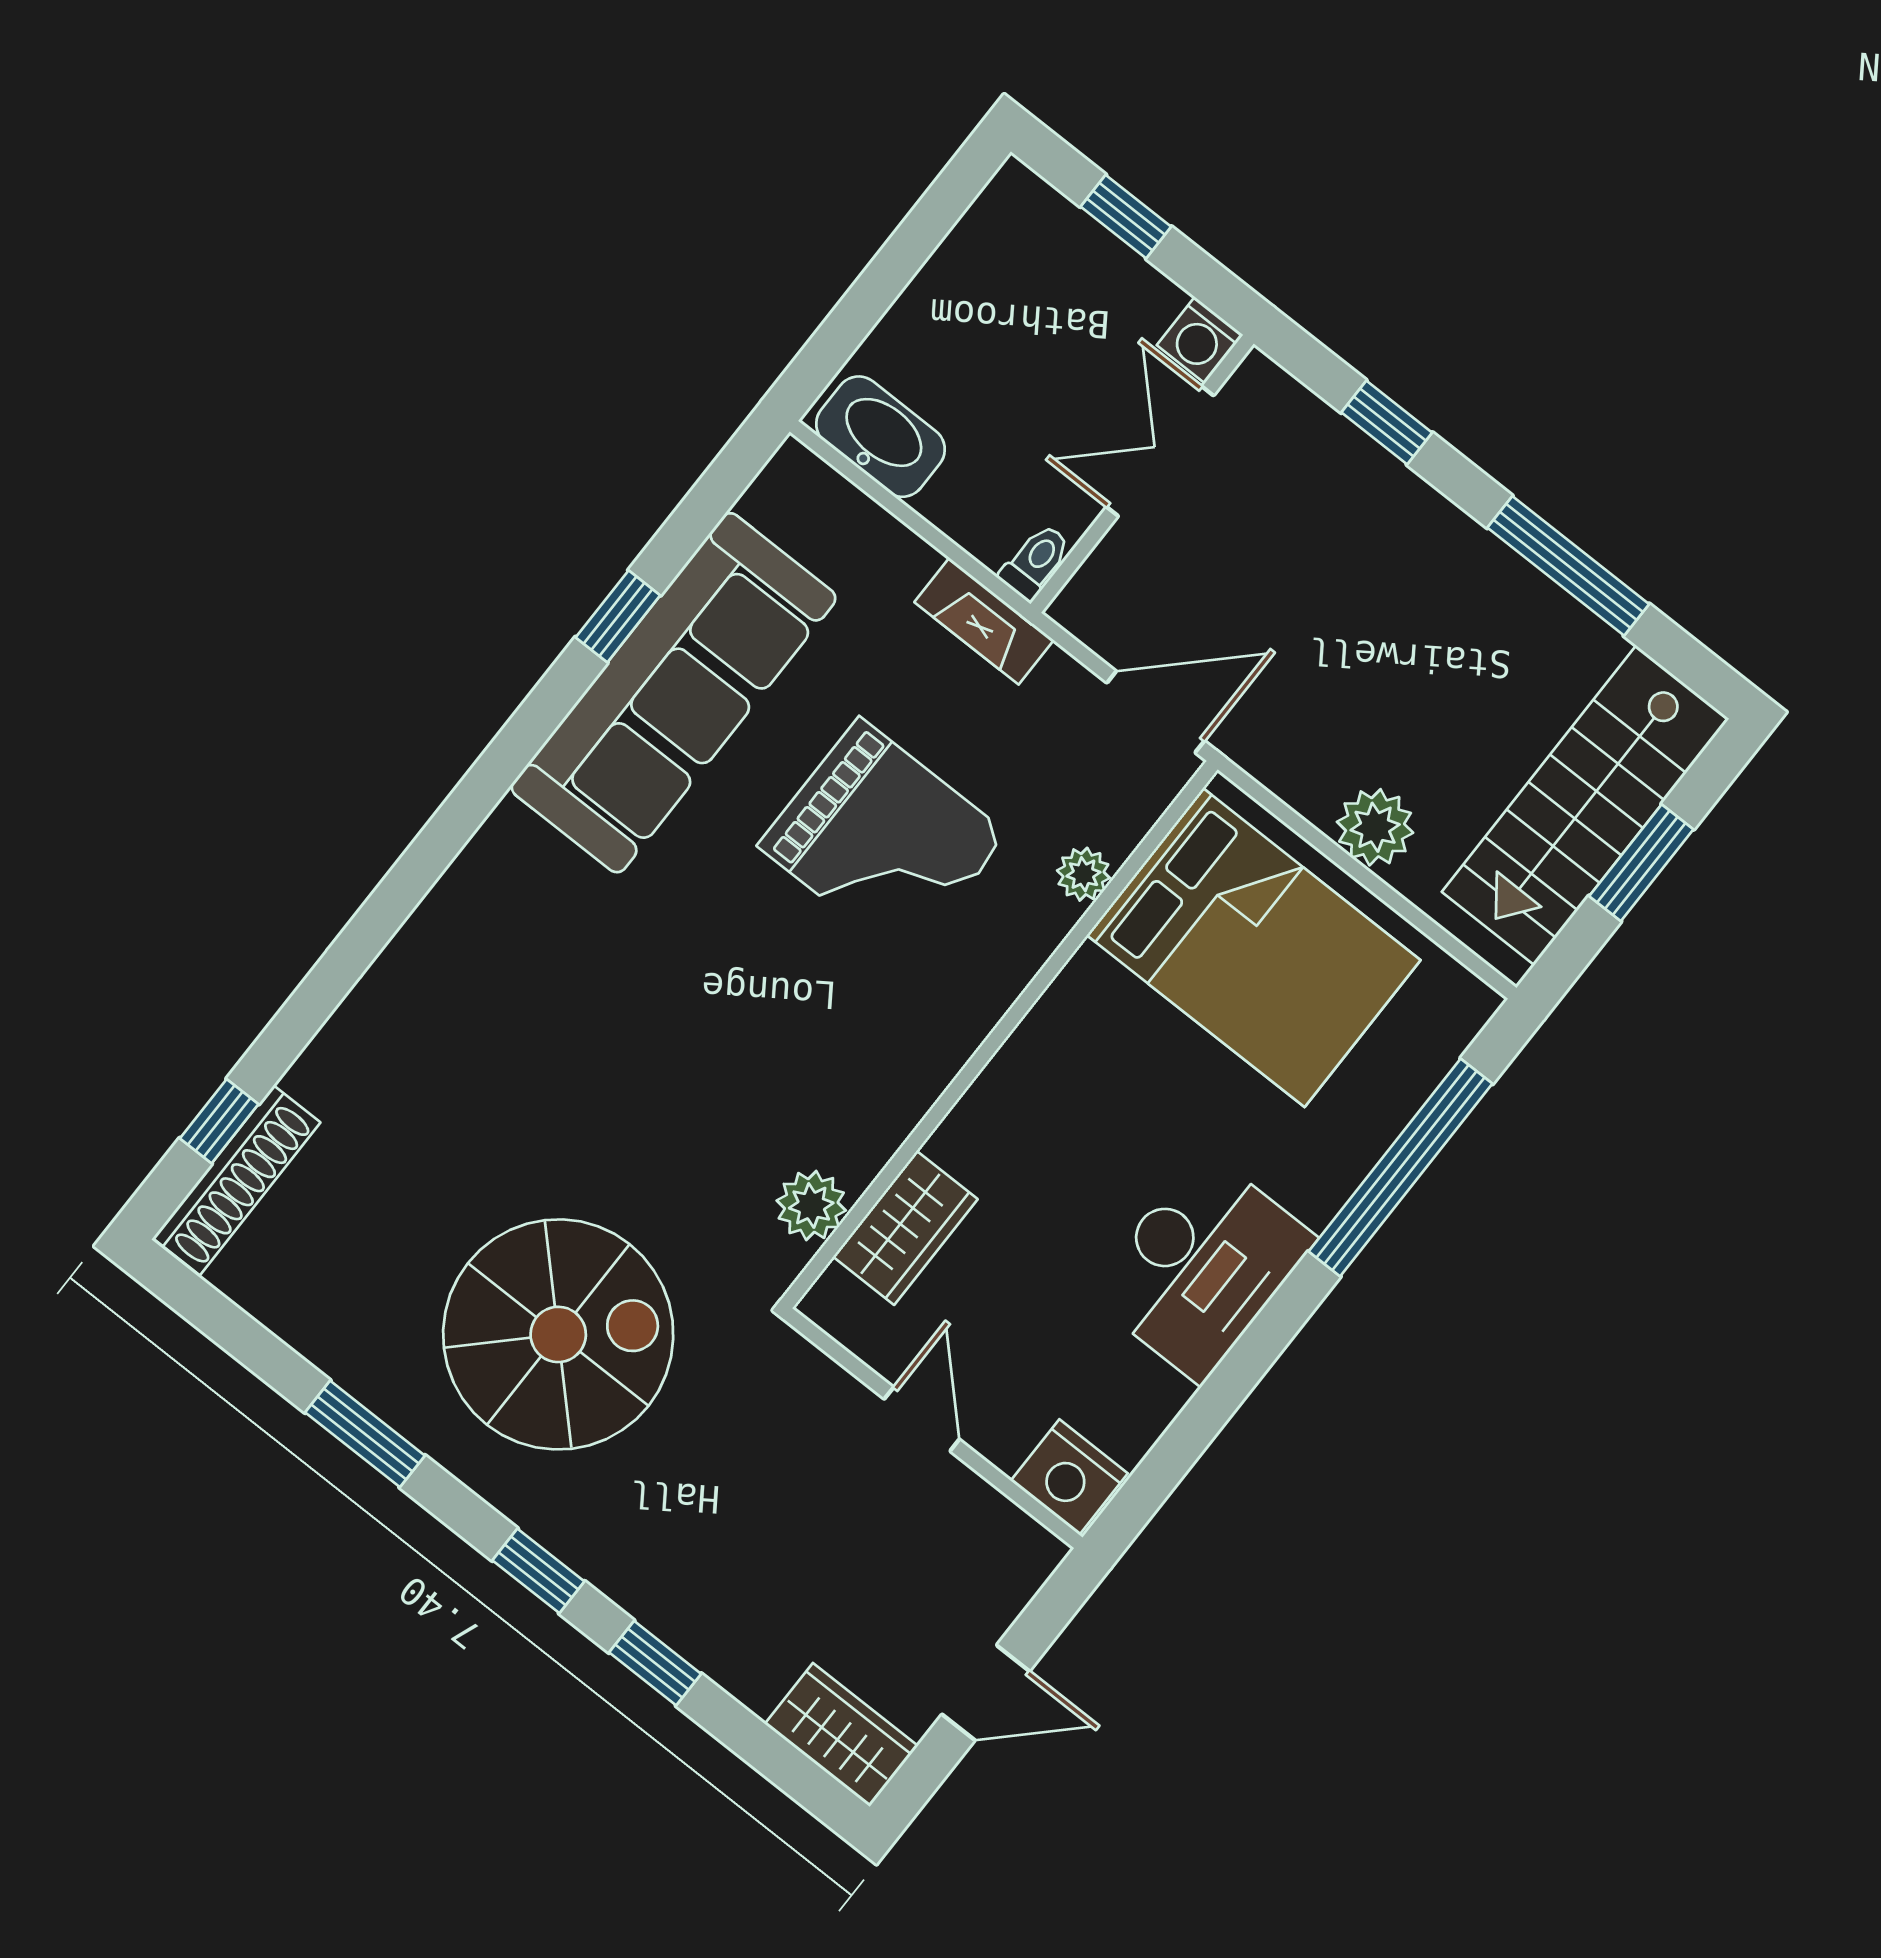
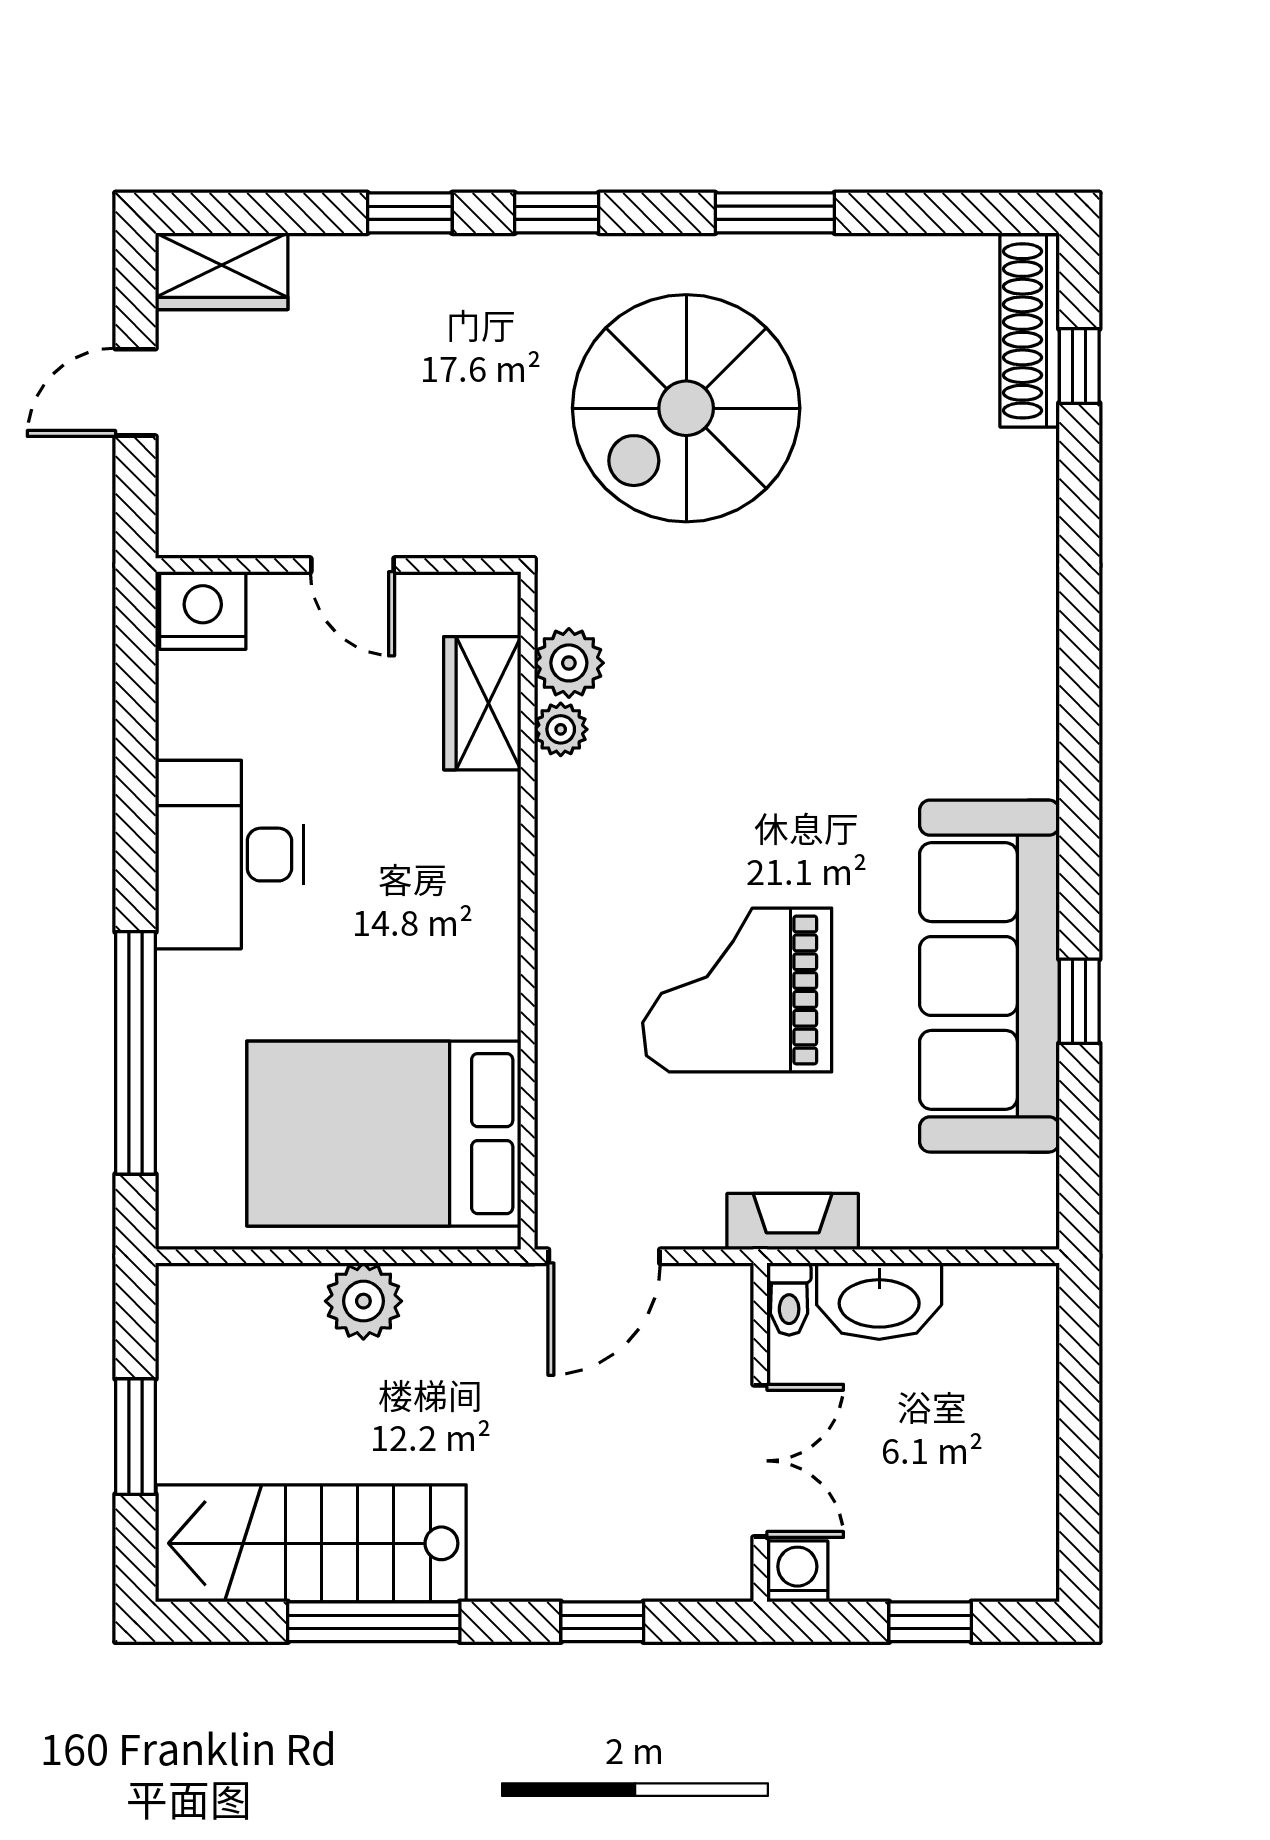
washbasin: (880, 437) -> (879, 1301), moved
stairs: (1585, 805) -> (311, 1543), moved, turned -90
plant: (1083, 874) -> (561, 729), moved

